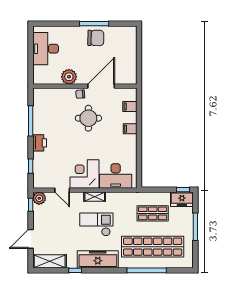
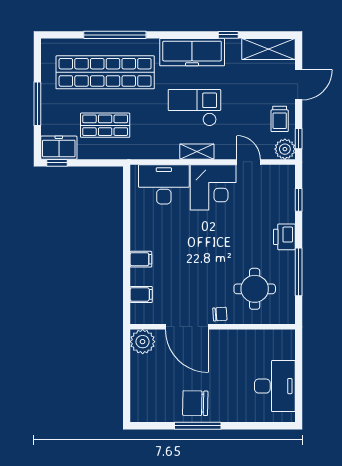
plant: (69, 77) -> (143, 342), moved
door: (101, 86) -> (187, 327), hinge flipped
round table: (88, 118) -> (255, 289), moved
trolley: (43, 217) -> (280, 119), added
checkout: (96, 224) -> (194, 108), turned 180

